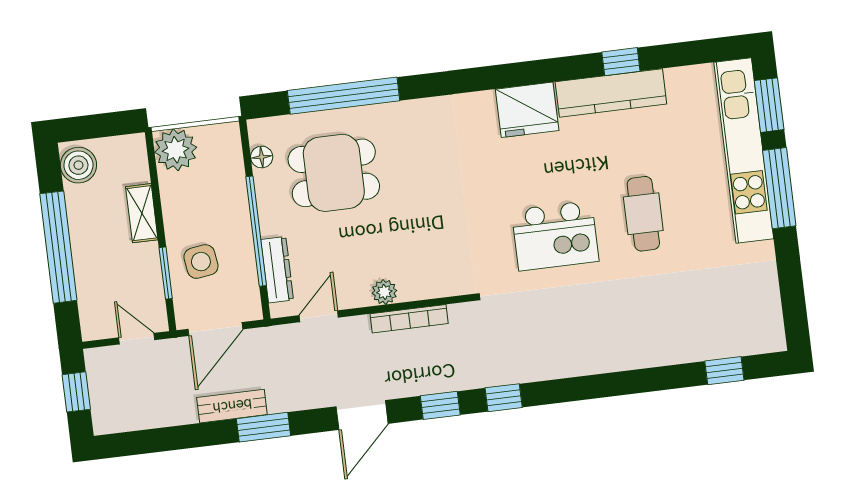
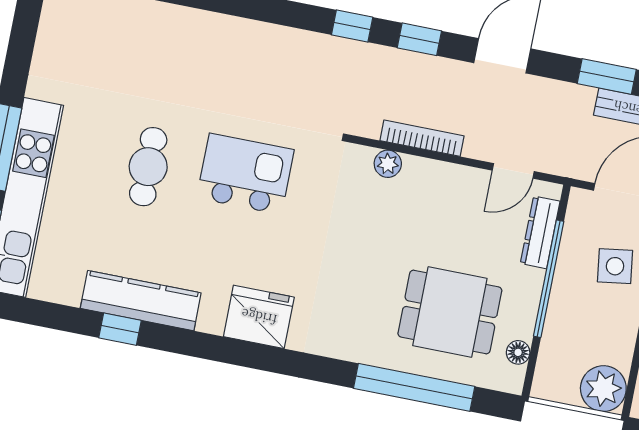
fridge: (527, 110) -> (259, 317), moved
plant: (384, 292) -> (388, 164), moved

